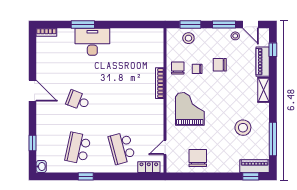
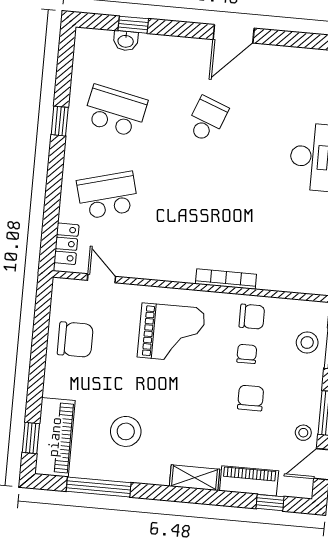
piano: (255, 166) -> (55, 437), width x1.37, depth x1.33
washbasin: (41, 167) -> (126, 41), moved

